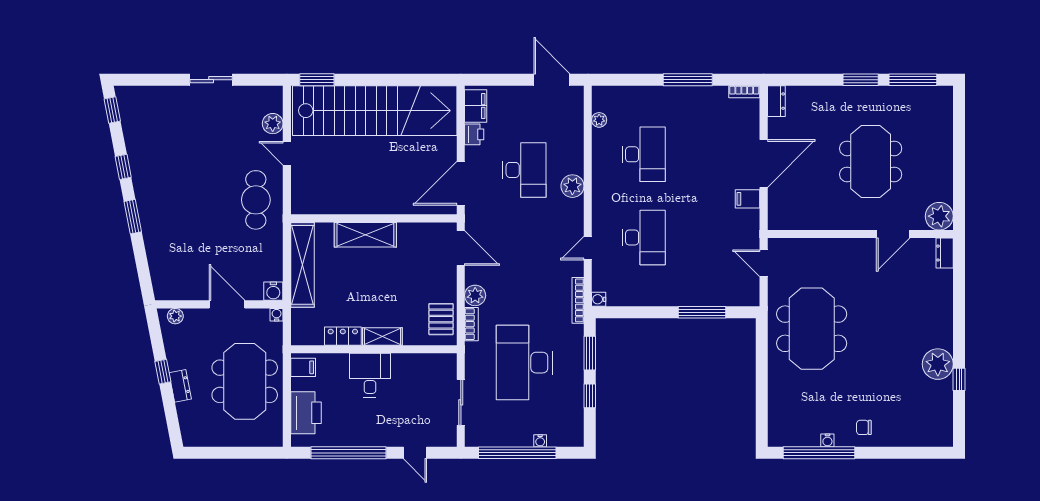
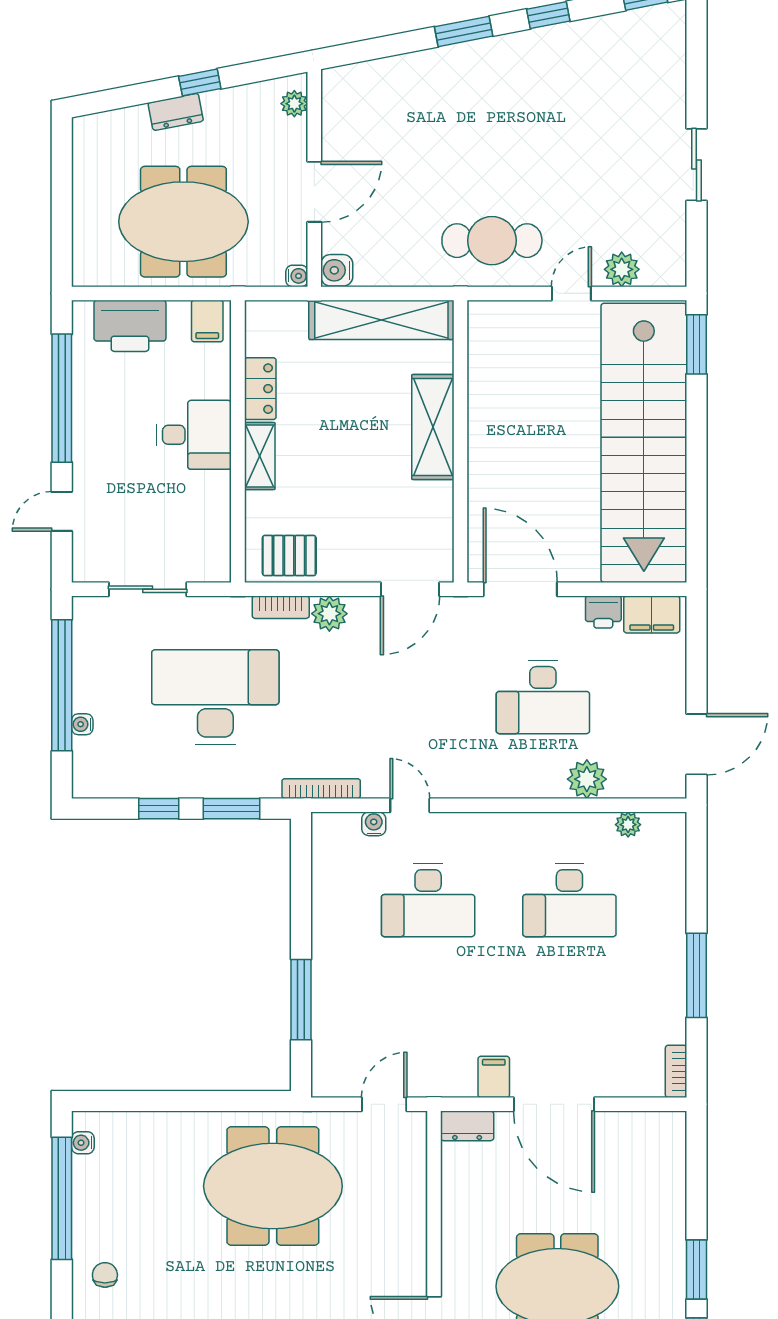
dresser: (776, 101) -> (467, 1126), moved
plant: (572, 186) -> (587, 779), moved
water cooler: (599, 299) -> (374, 824), moved
water cooler: (827, 440) -> (83, 1143), moved

